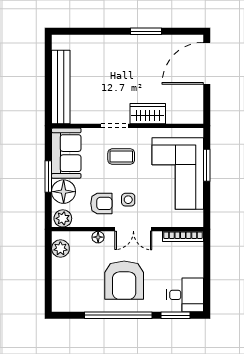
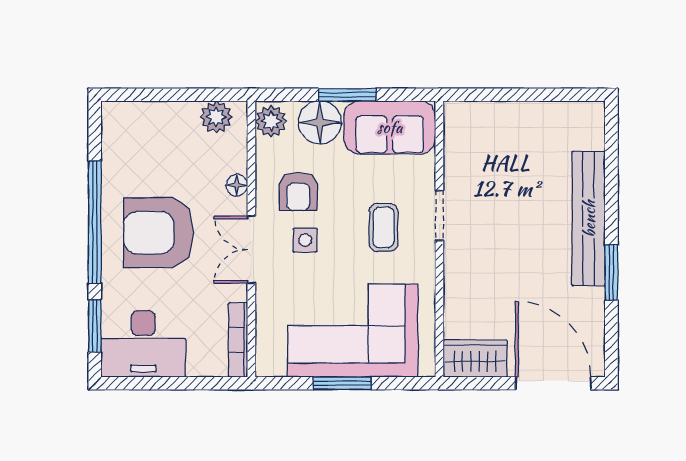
bench: (61, 87) -> (589, 219), moved, turned 90
wardrobe: (148, 114) -> (475, 358), moved, turned -90
window: (207, 165) -> (342, 383), moved
desk: (185, 295) -> (143, 344), width x1.37

